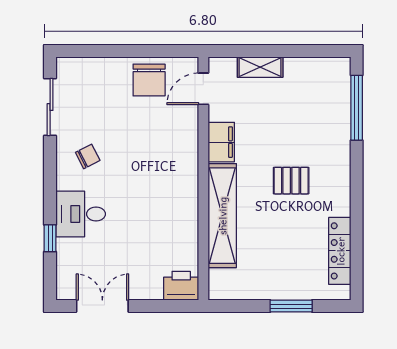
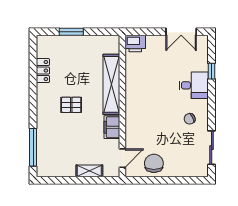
locker: (340, 251) -> (43, 71), width x0.66

